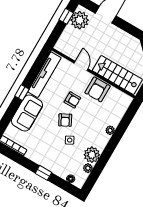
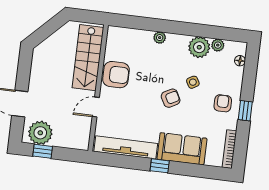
armchair: (72, 100) -> (223, 103), moved
window: (43, 173) -> (245, 111), moved

